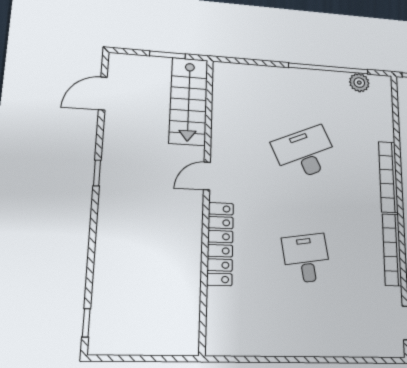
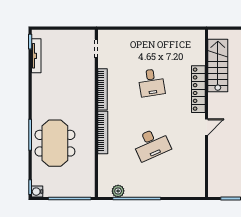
stairs: (189, 101) -> (218, 65), moved

